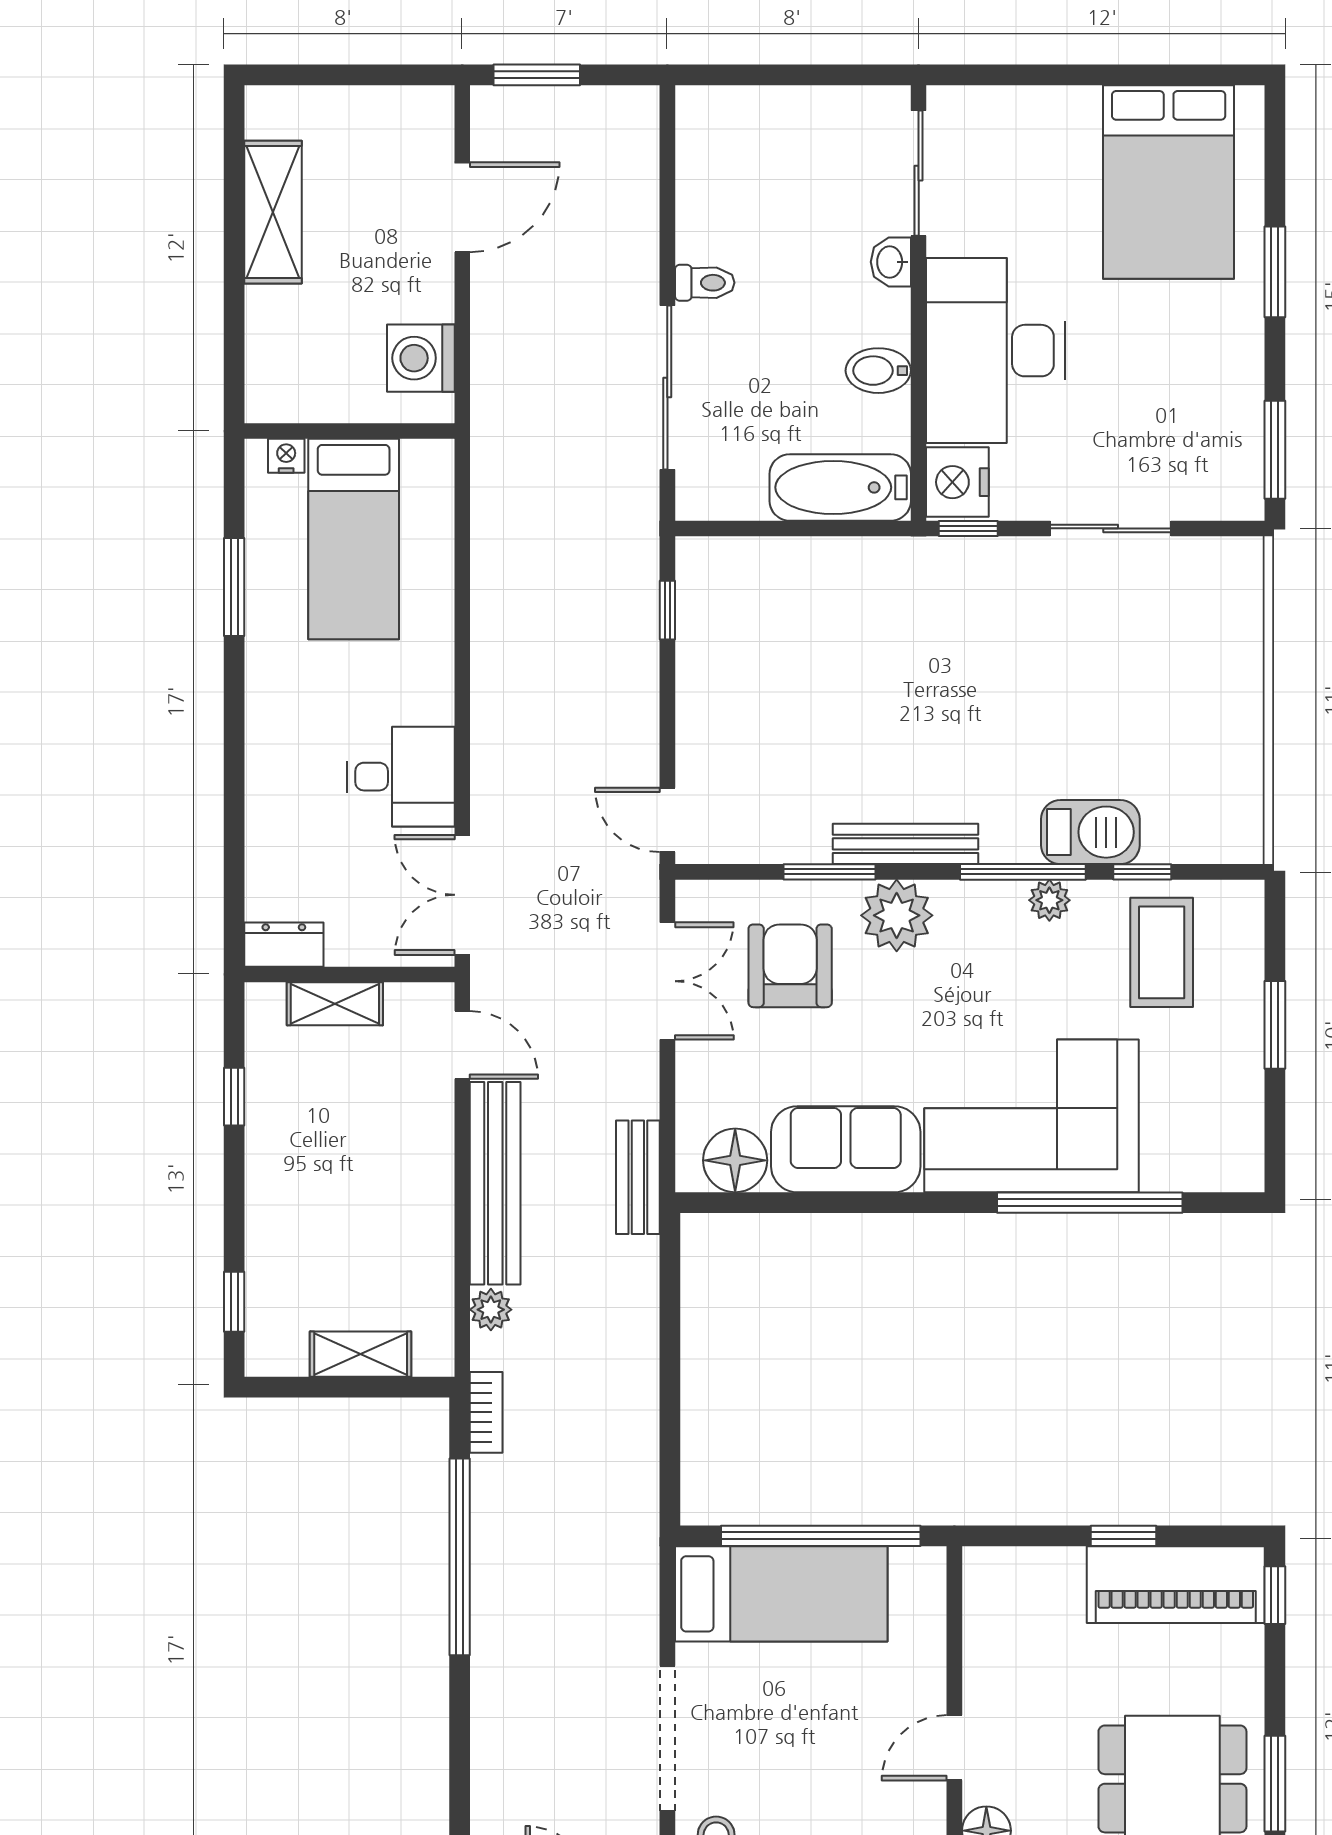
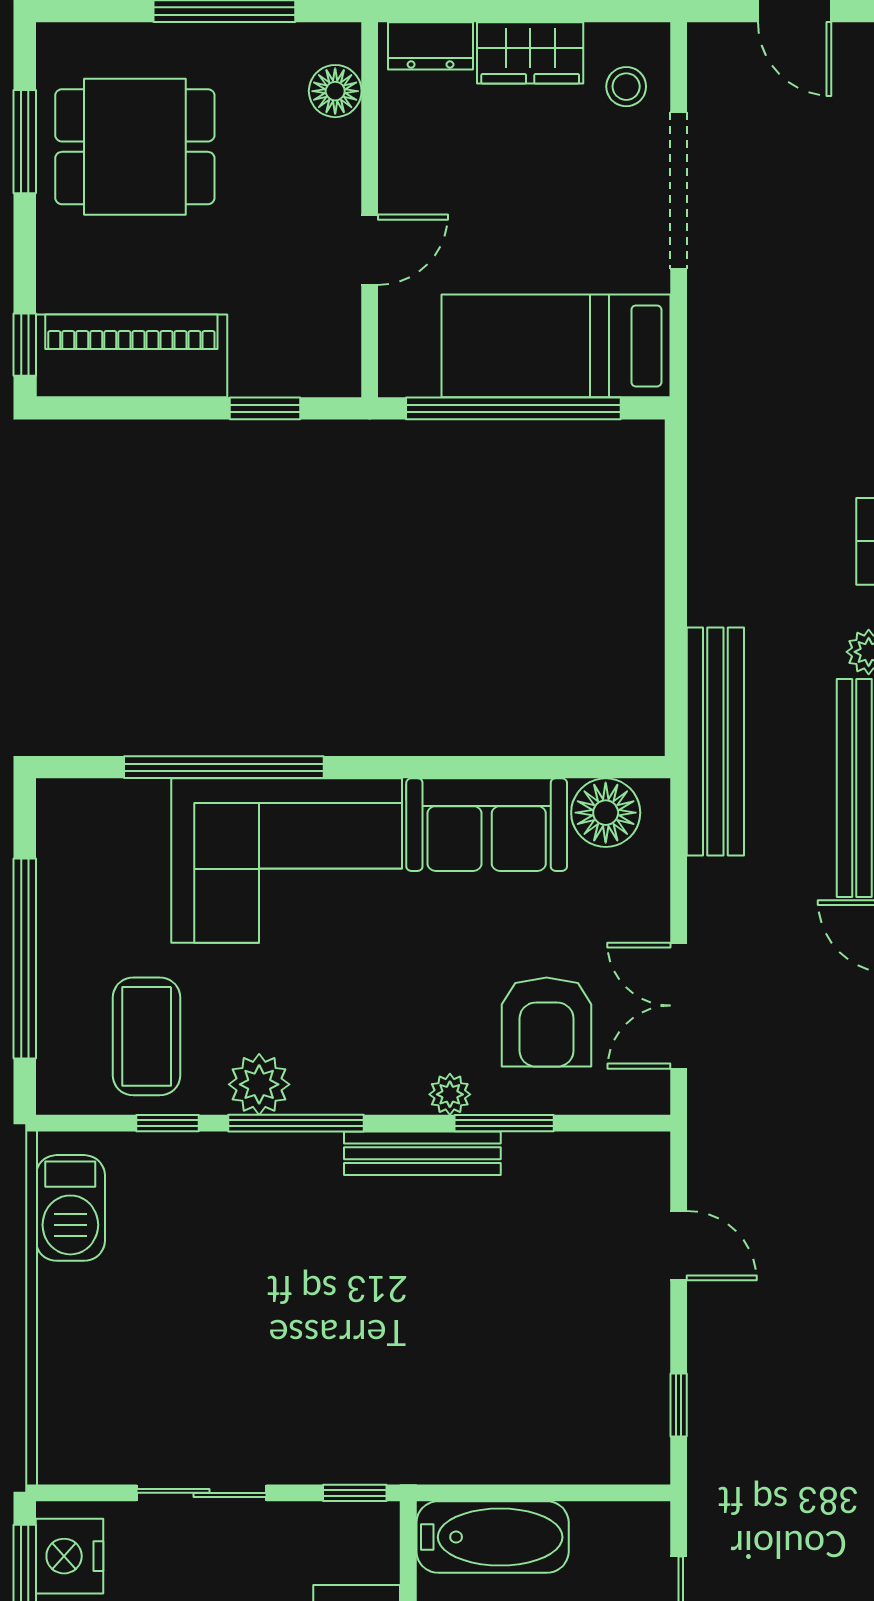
nightstand: (957, 482) -> (69, 1556), moved, turned 180
door: (667, 820) -> (679, 1246), moved
barbecue: (1090, 832) -> (70, 1208), moved, turned -90
plant: (1049, 900) -> (259, 1084), width x1.38, depth x1.38
plant: (897, 915) -> (450, 1094), width x0.53, depth x0.53
window: (1275, 1025) -> (25, 958), width x2.11
bench: (638, 1177) -> (715, 742), width x1.86, depth x1.21
window: (1124, 1536) -> (265, 408), moved
door: (954, 1748) -> (370, 250), moved

